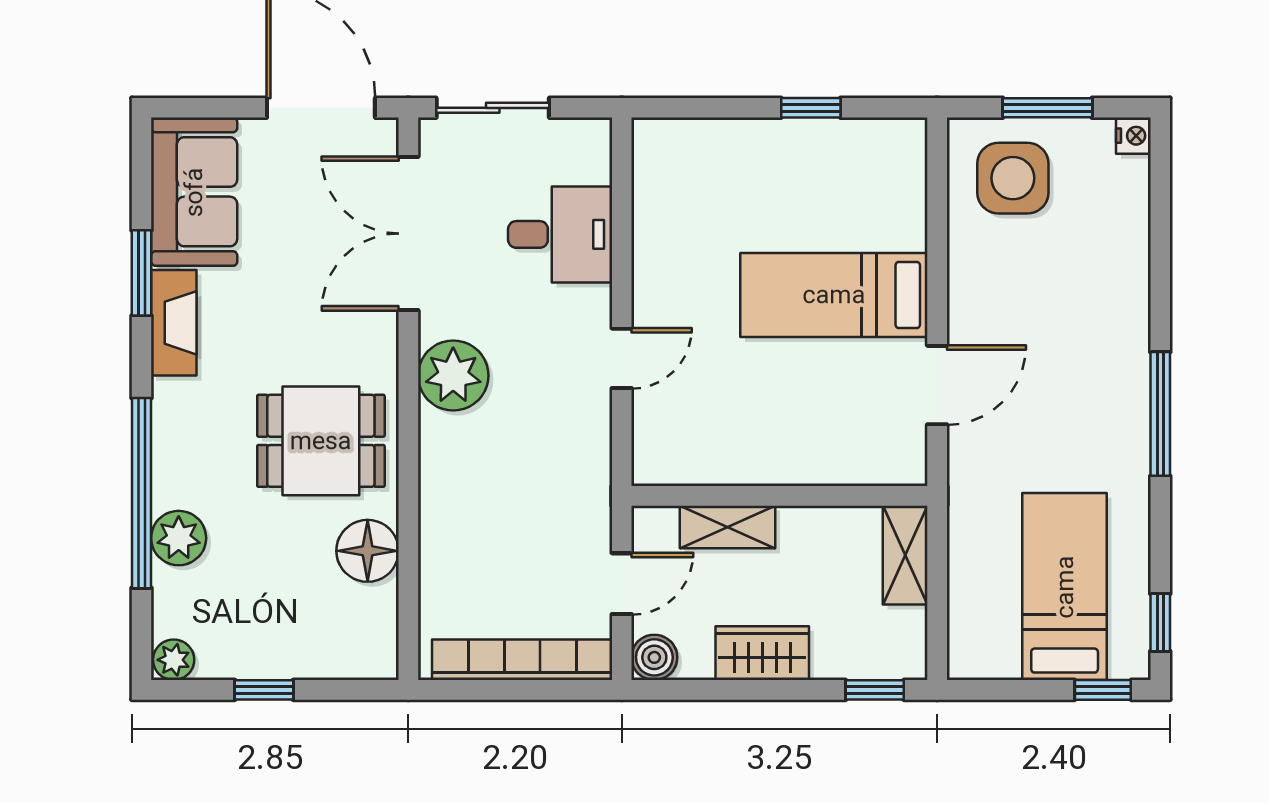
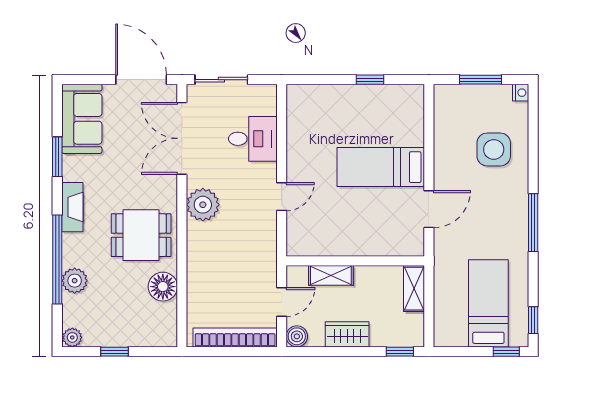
side table: (1013, 178) -> (494, 149), moved
fireplace: (174, 323) -> (72, 207), moved

